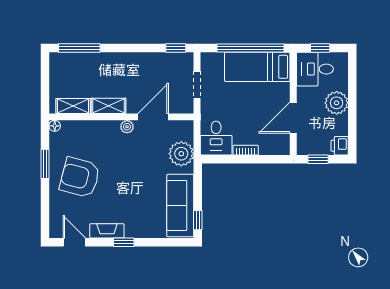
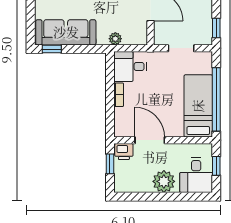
desk: (315, 69) -> (196, 175), moved, turned 180
printer: (340, 146) -> (124, 152), moved, turned 180
plant: (181, 154) -> (115, 39), width x0.53, depth x0.53

